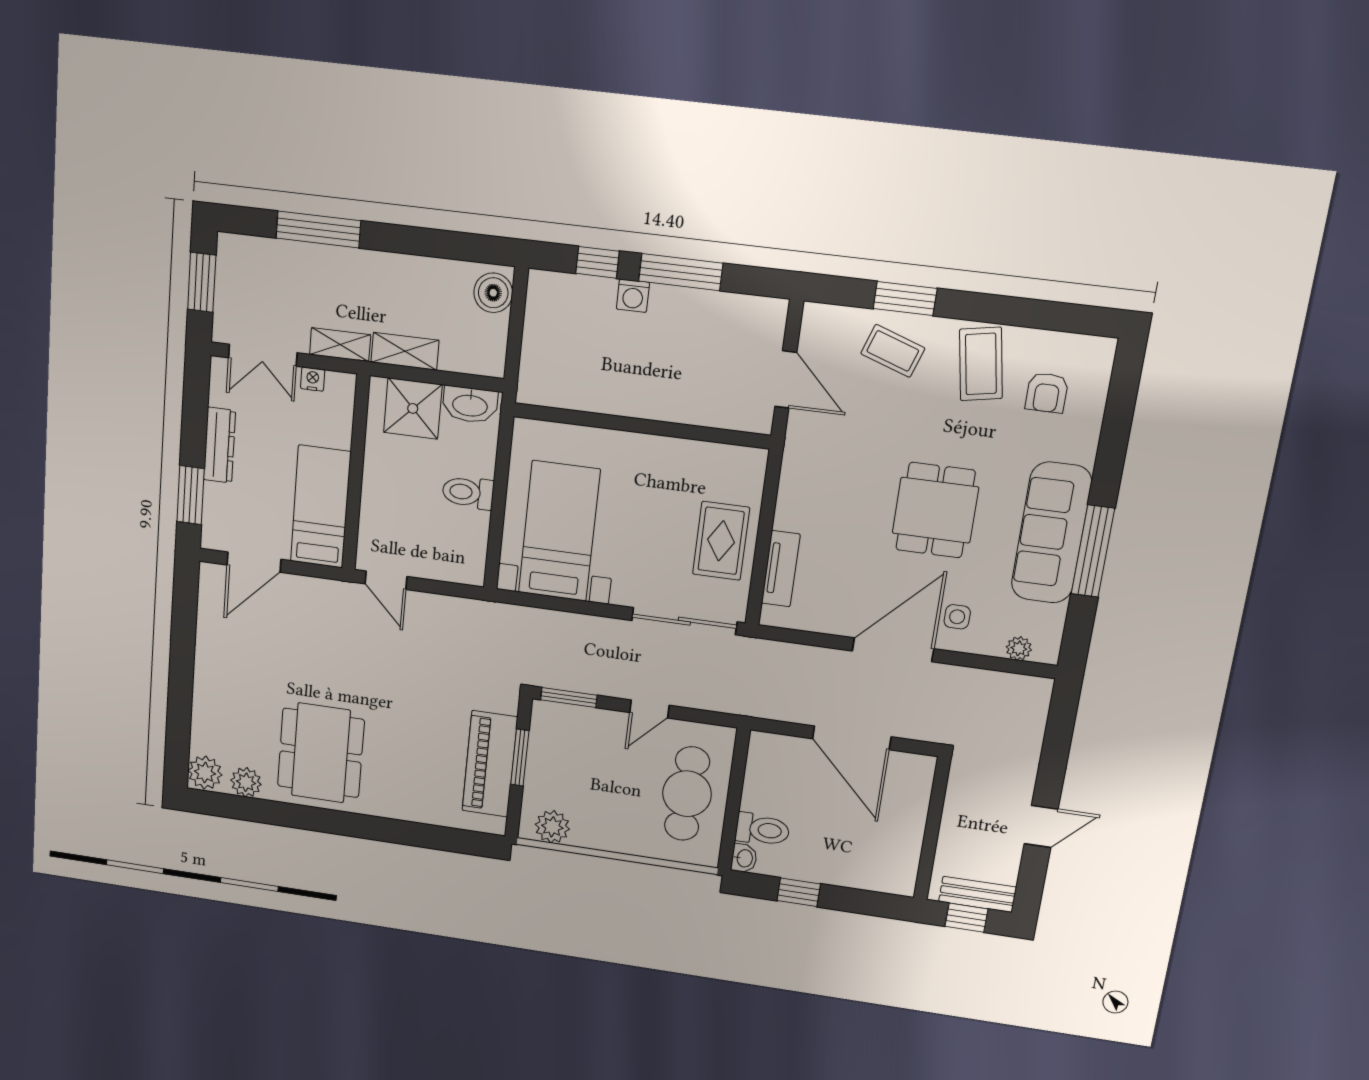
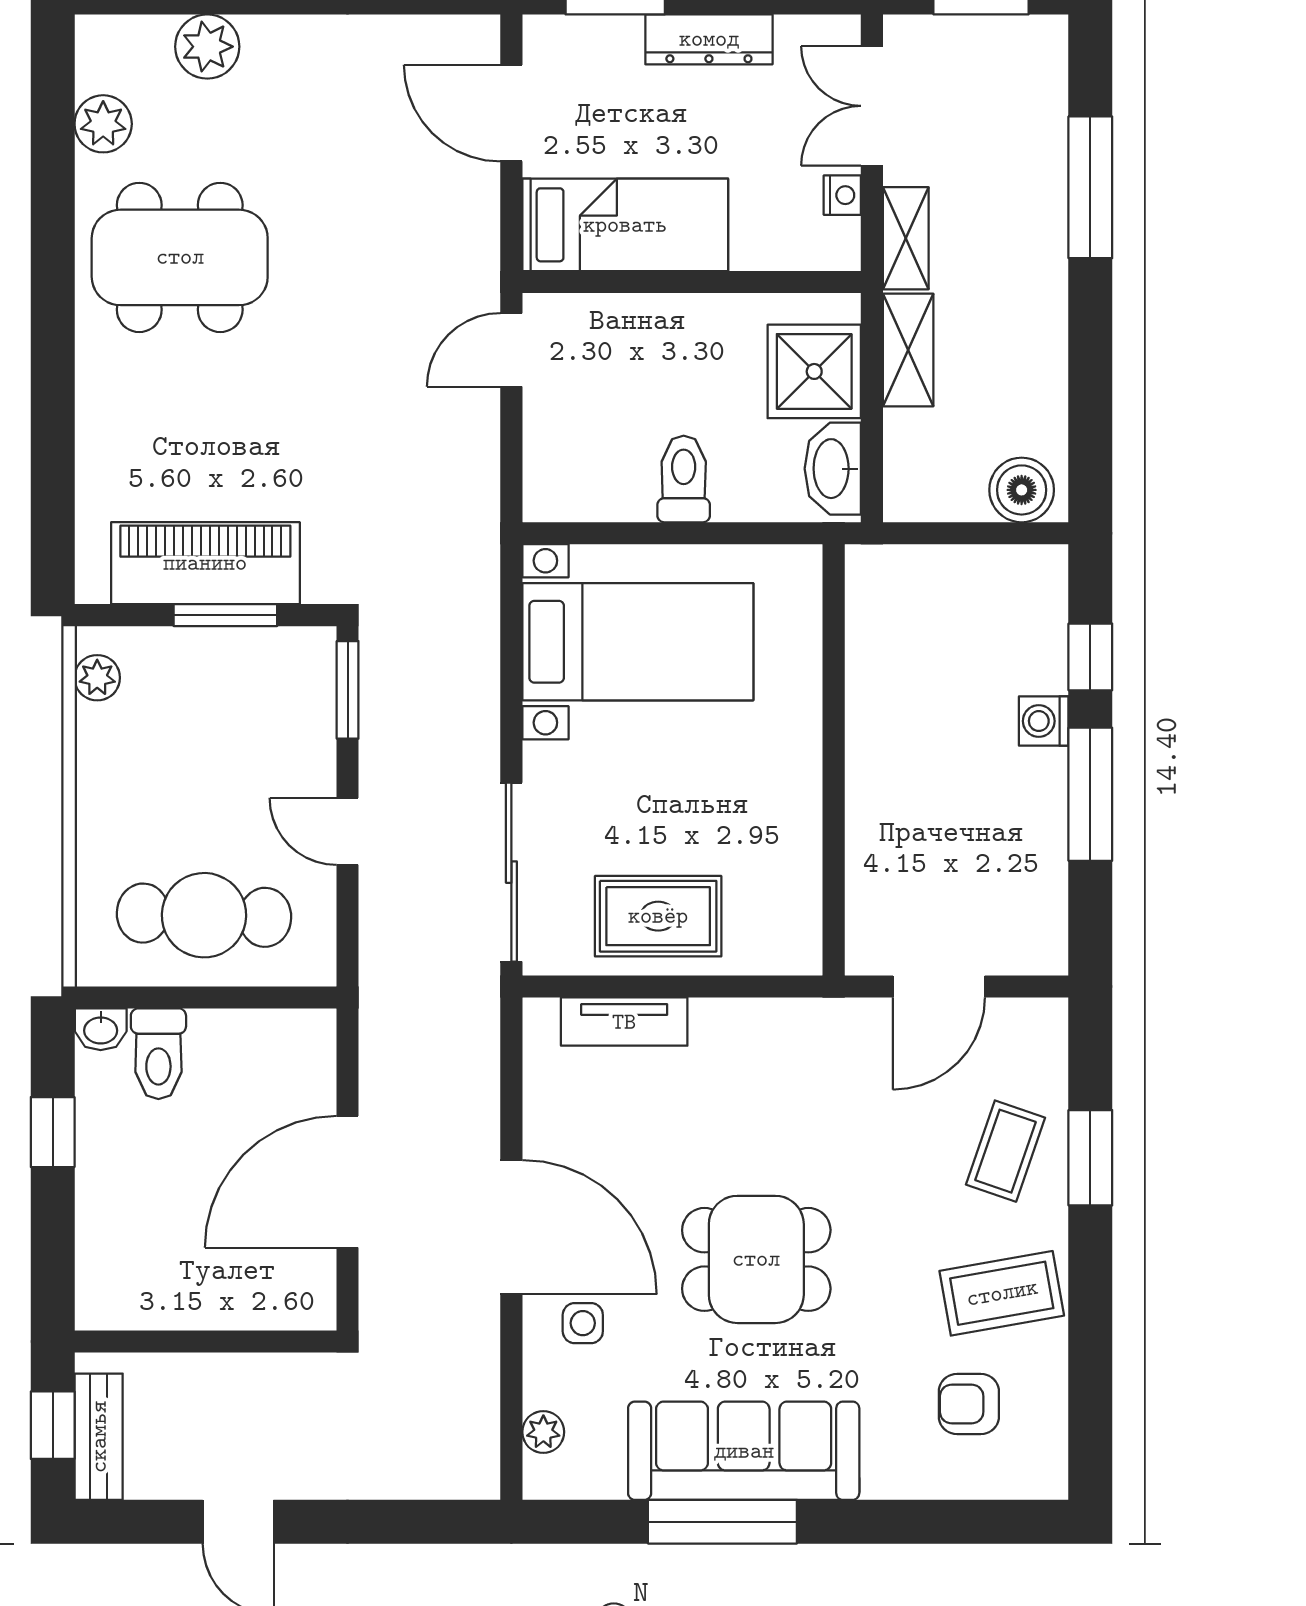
plant: (205, 773) -> (207, 47), moved
plant: (552, 827) -> (97, 678), width x0.73, depth x0.73

